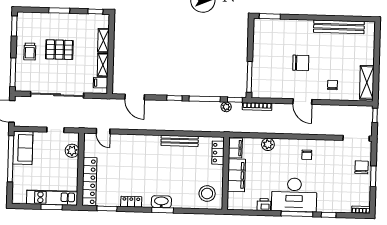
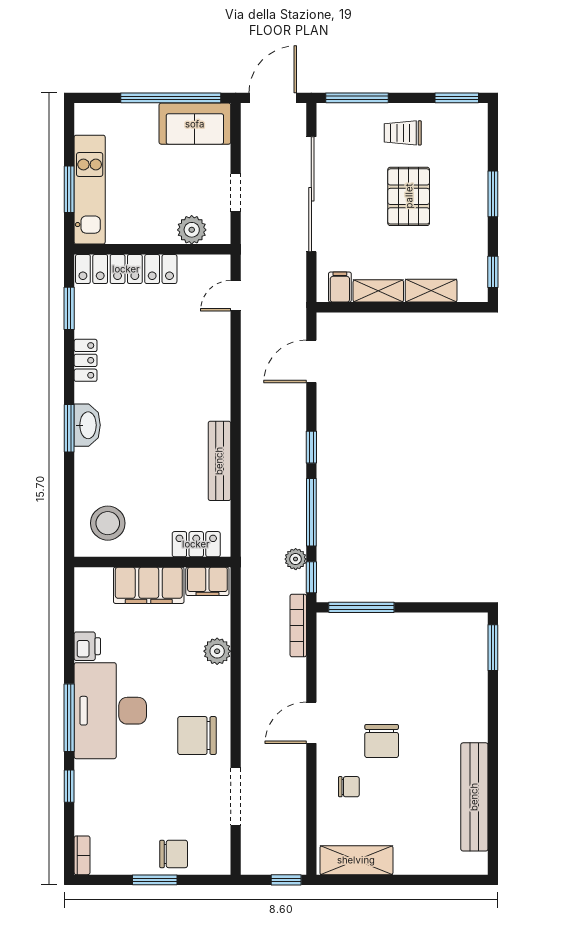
chair: (301, 63) -> (382, 741), moved
doorway: (356, 138) -> (236, 796), moved
chair: (307, 155) -> (197, 736), width x1.87, depth x1.87

